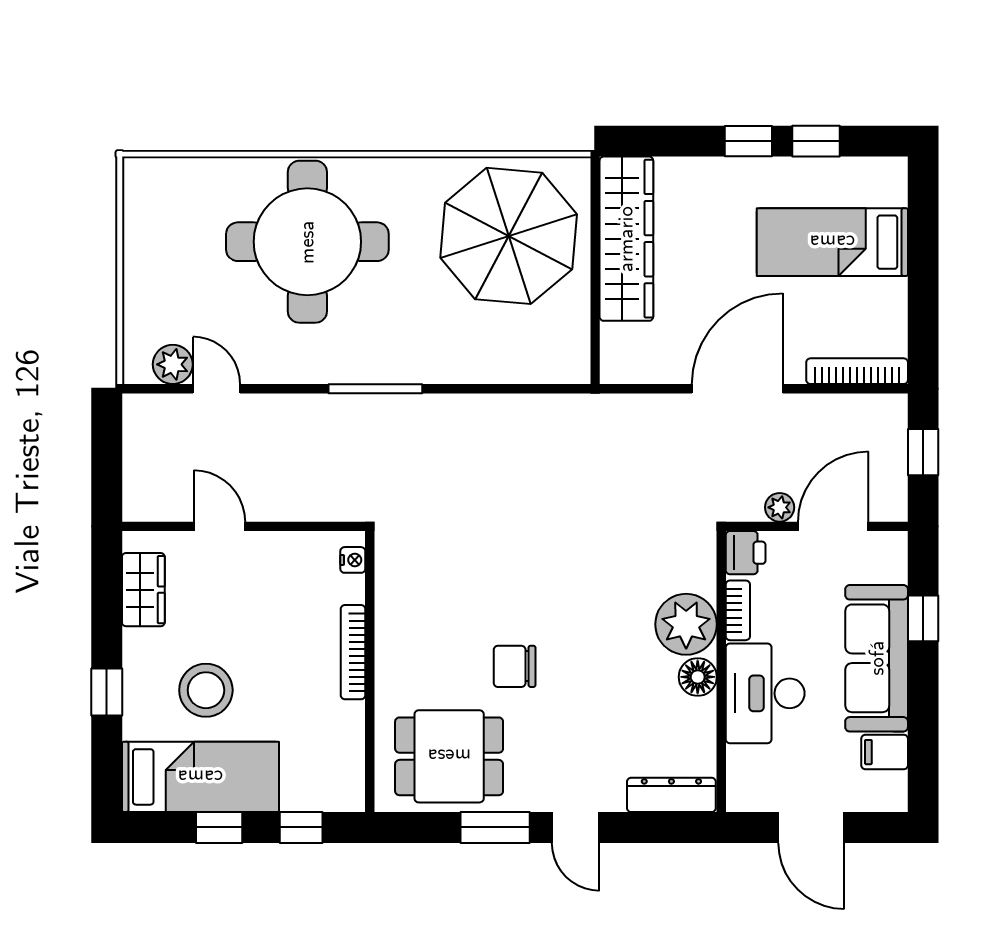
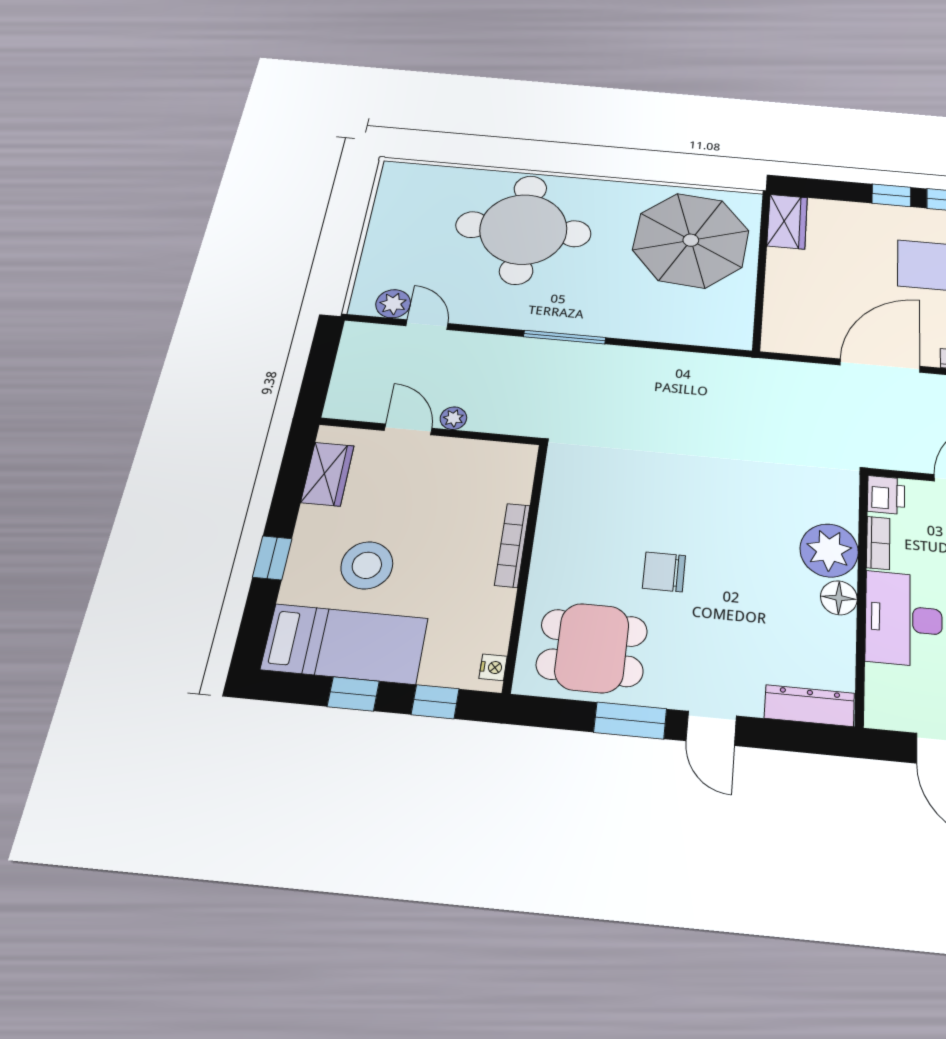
wardrobe: (626, 239) -> (787, 222), width x0.48, depth x0.85
plant: (780, 507) -> (453, 418), moved
nightstand: (353, 560) -> (493, 667), moved

